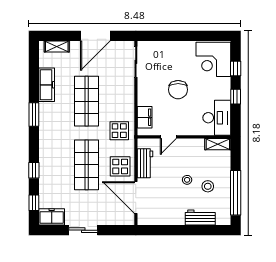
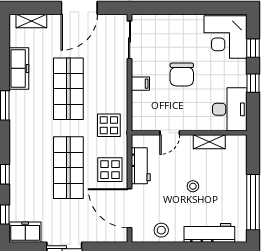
filing cabinet: (145, 117) -> (140, 84), moved, width x0.50
shelving: (218, 144) -> (209, 142), moved
stool: (208, 186) -> (161, 230), moved
workbench: (200, 217) -> (209, 233), width x1.38

